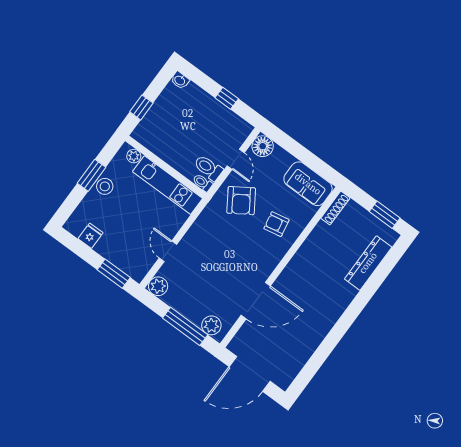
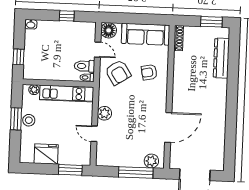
sofa: (308, 184) -> (146, 34), width x1.36
fridge: (91, 236) -> (46, 154), width x1.88, depth x1.34
plant: (158, 286) -> (104, 113), moved

